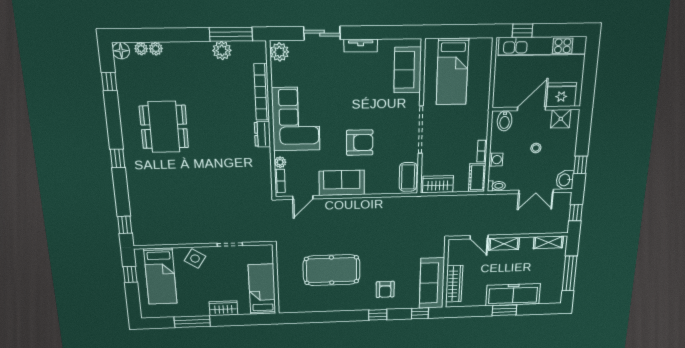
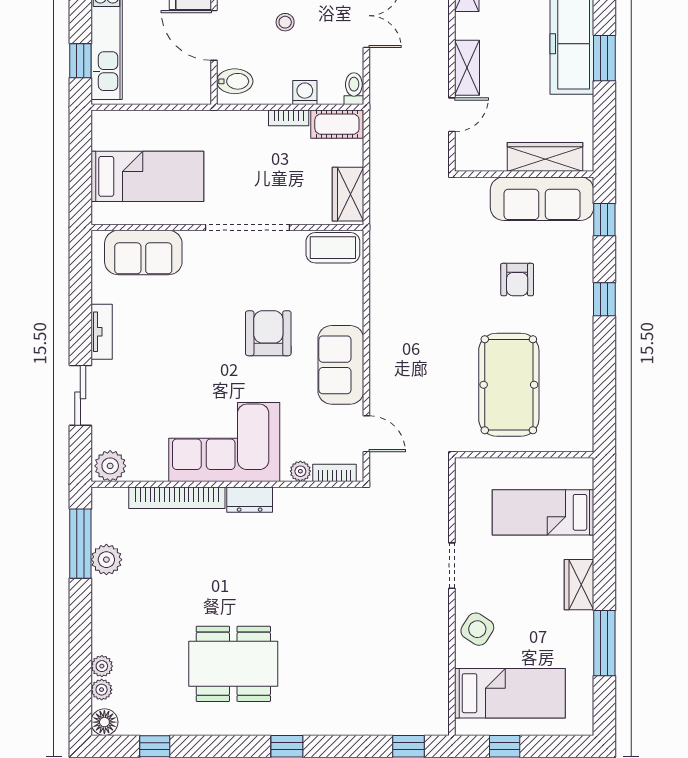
wall: (276, 279) -> (524, 455), moved
armchair: (385, 289) -> (517, 280), moved, turned 90

